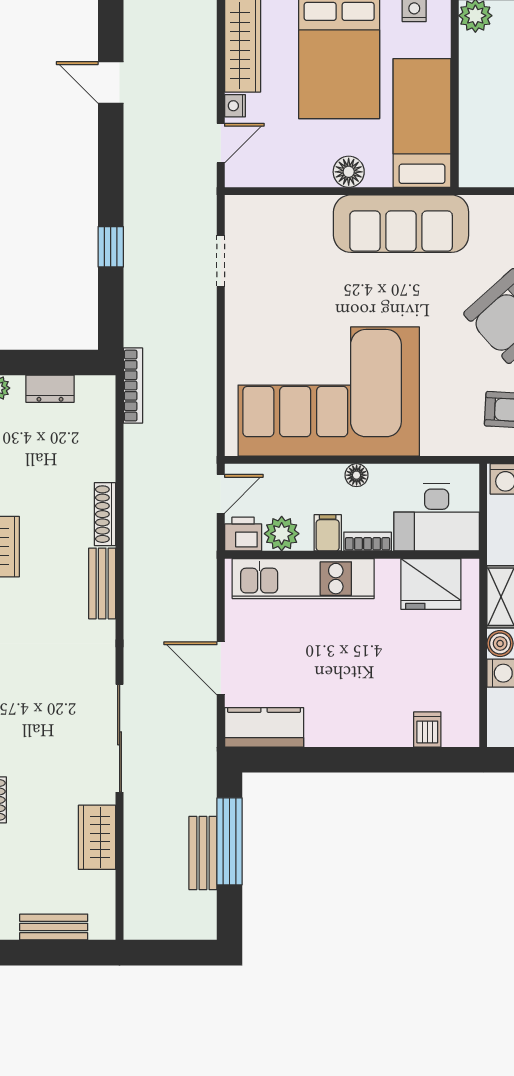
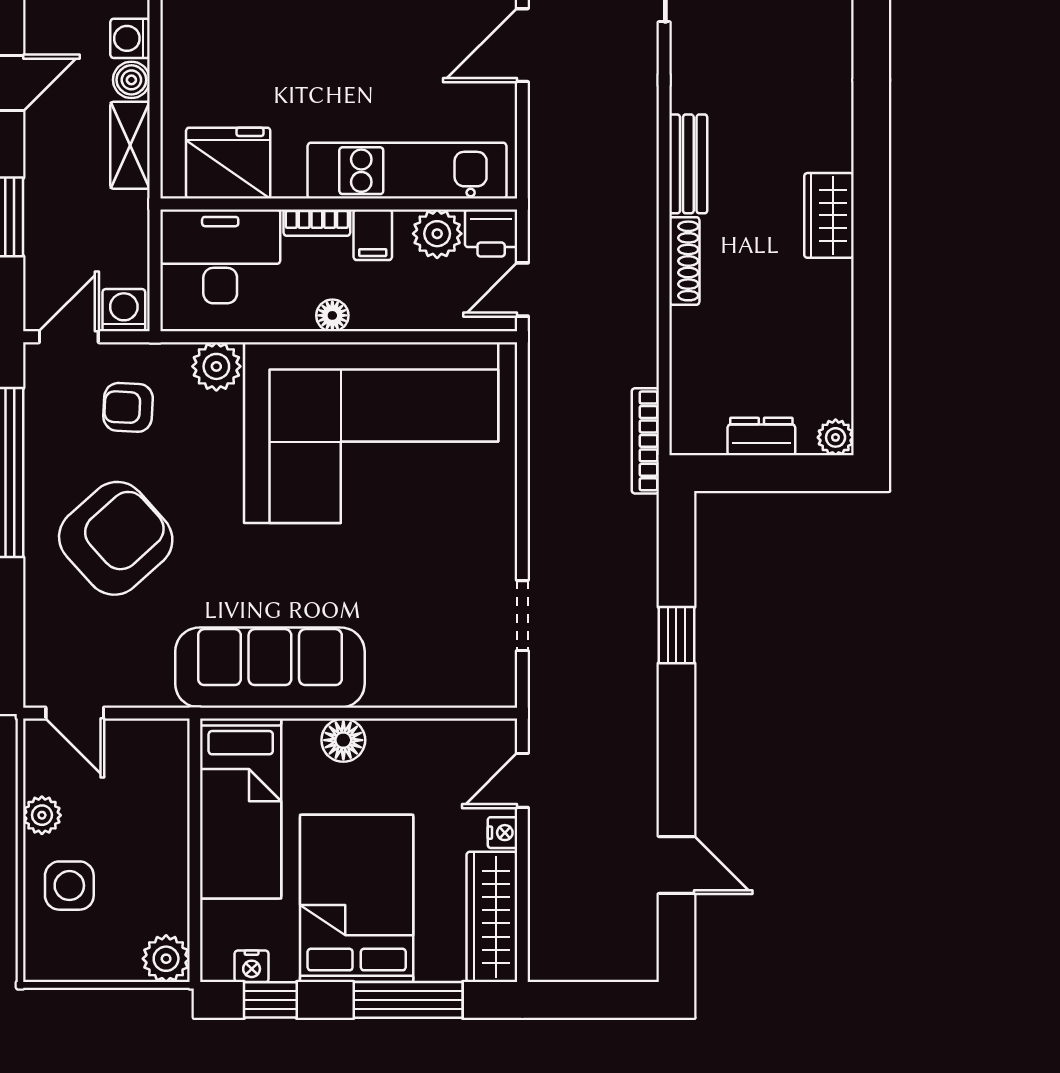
plant: (439, 439) -> (216, 366), added
door: (221, 668) -> (522, 45), swing flipped

